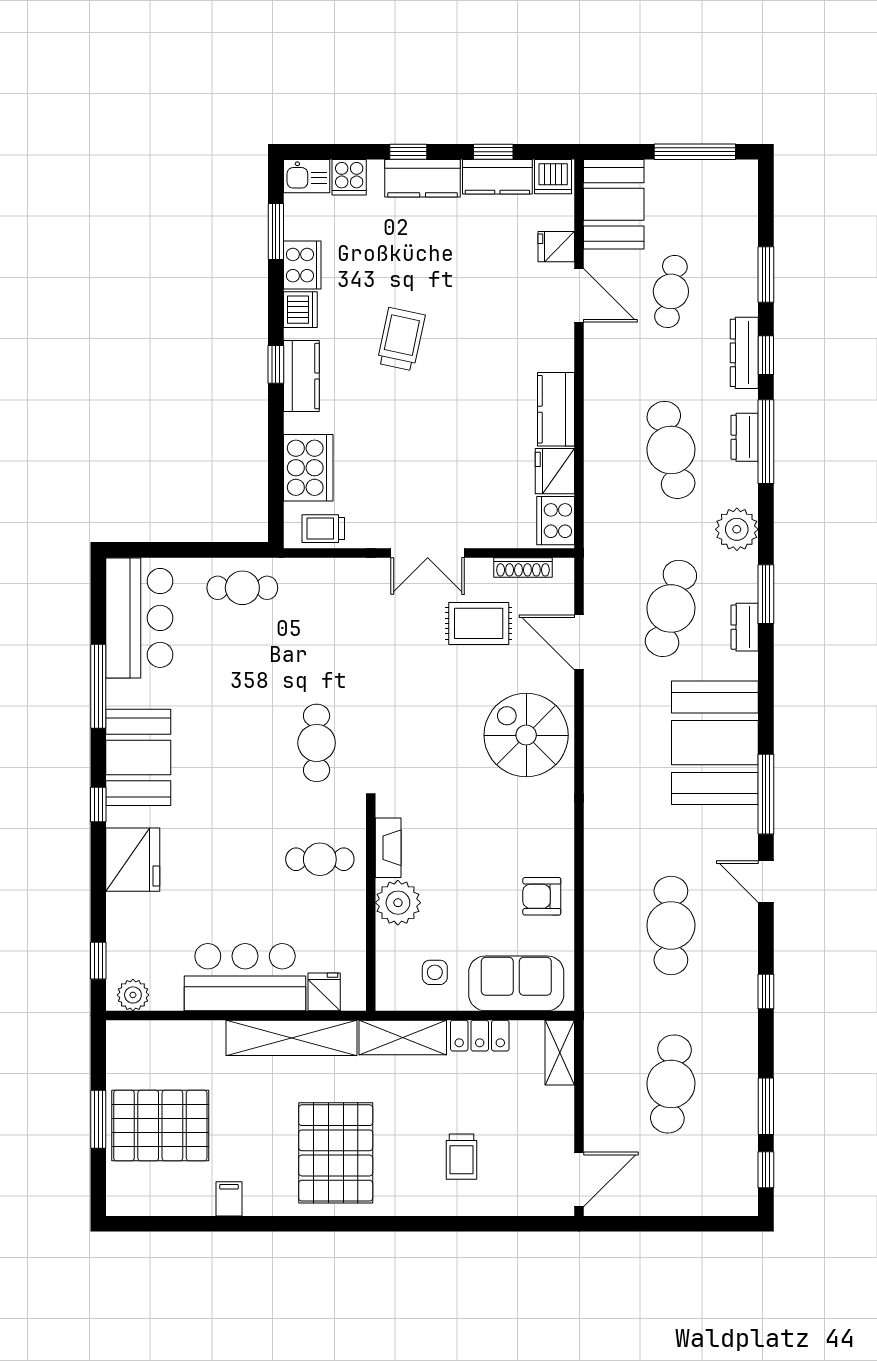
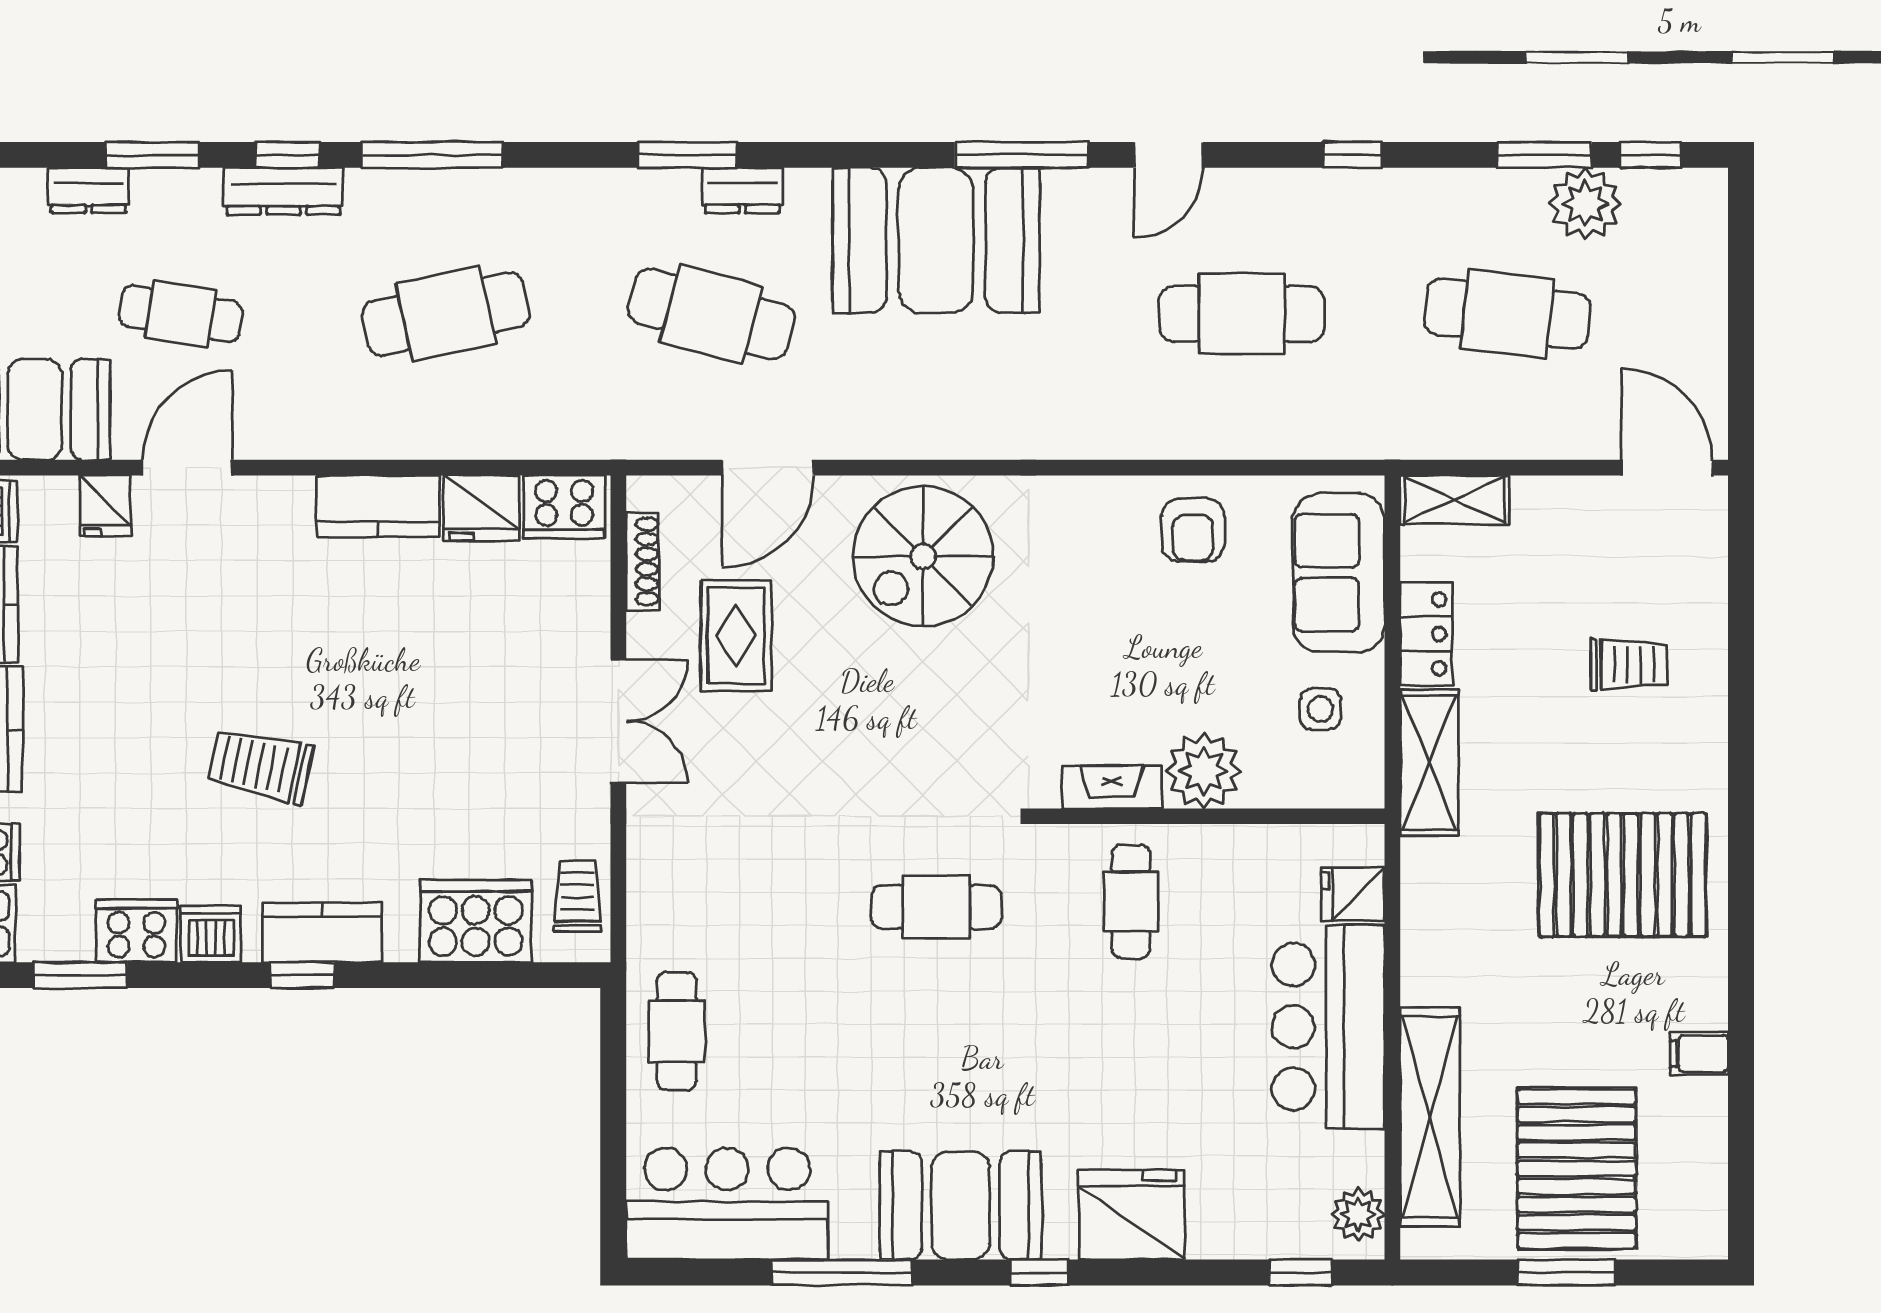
dresser: (745, 437) -> (89, 190), moved
trolley: (323, 529) -> (577, 896), turned 180
plant: (737, 529) -> (1585, 204), moved
shelving: (291, 1038) -> (1430, 1117), moved

